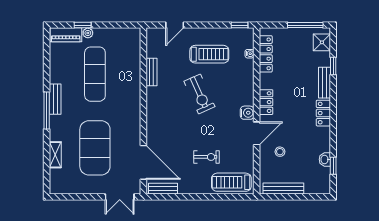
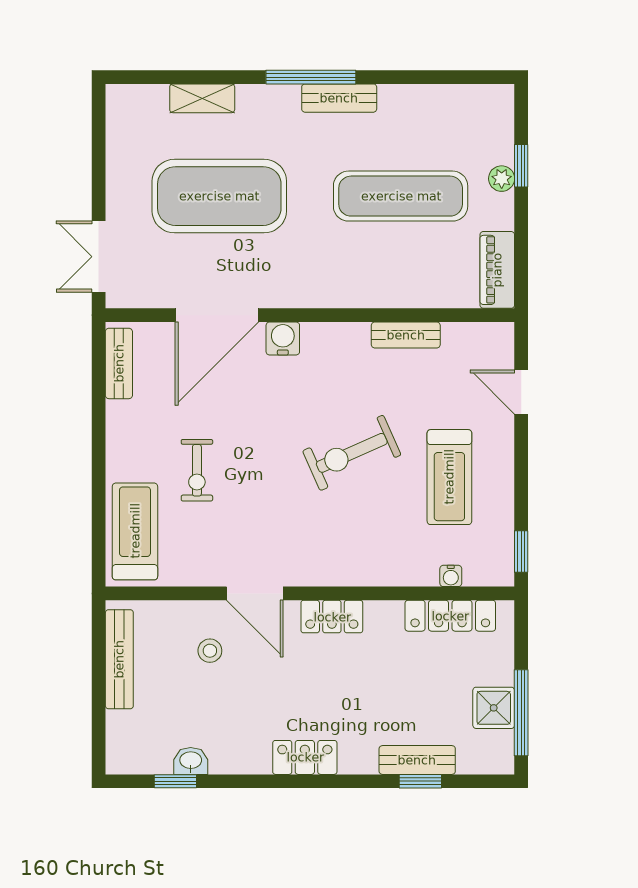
piano: (66, 35) -> (497, 270), moved
shower: (322, 42) -> (494, 708), moved
bench: (324, 83) -> (417, 760), moved
water cooler: (247, 113) -> (283, 338), moved, turned 180
door: (143, 162) -> (217, 315), moved

